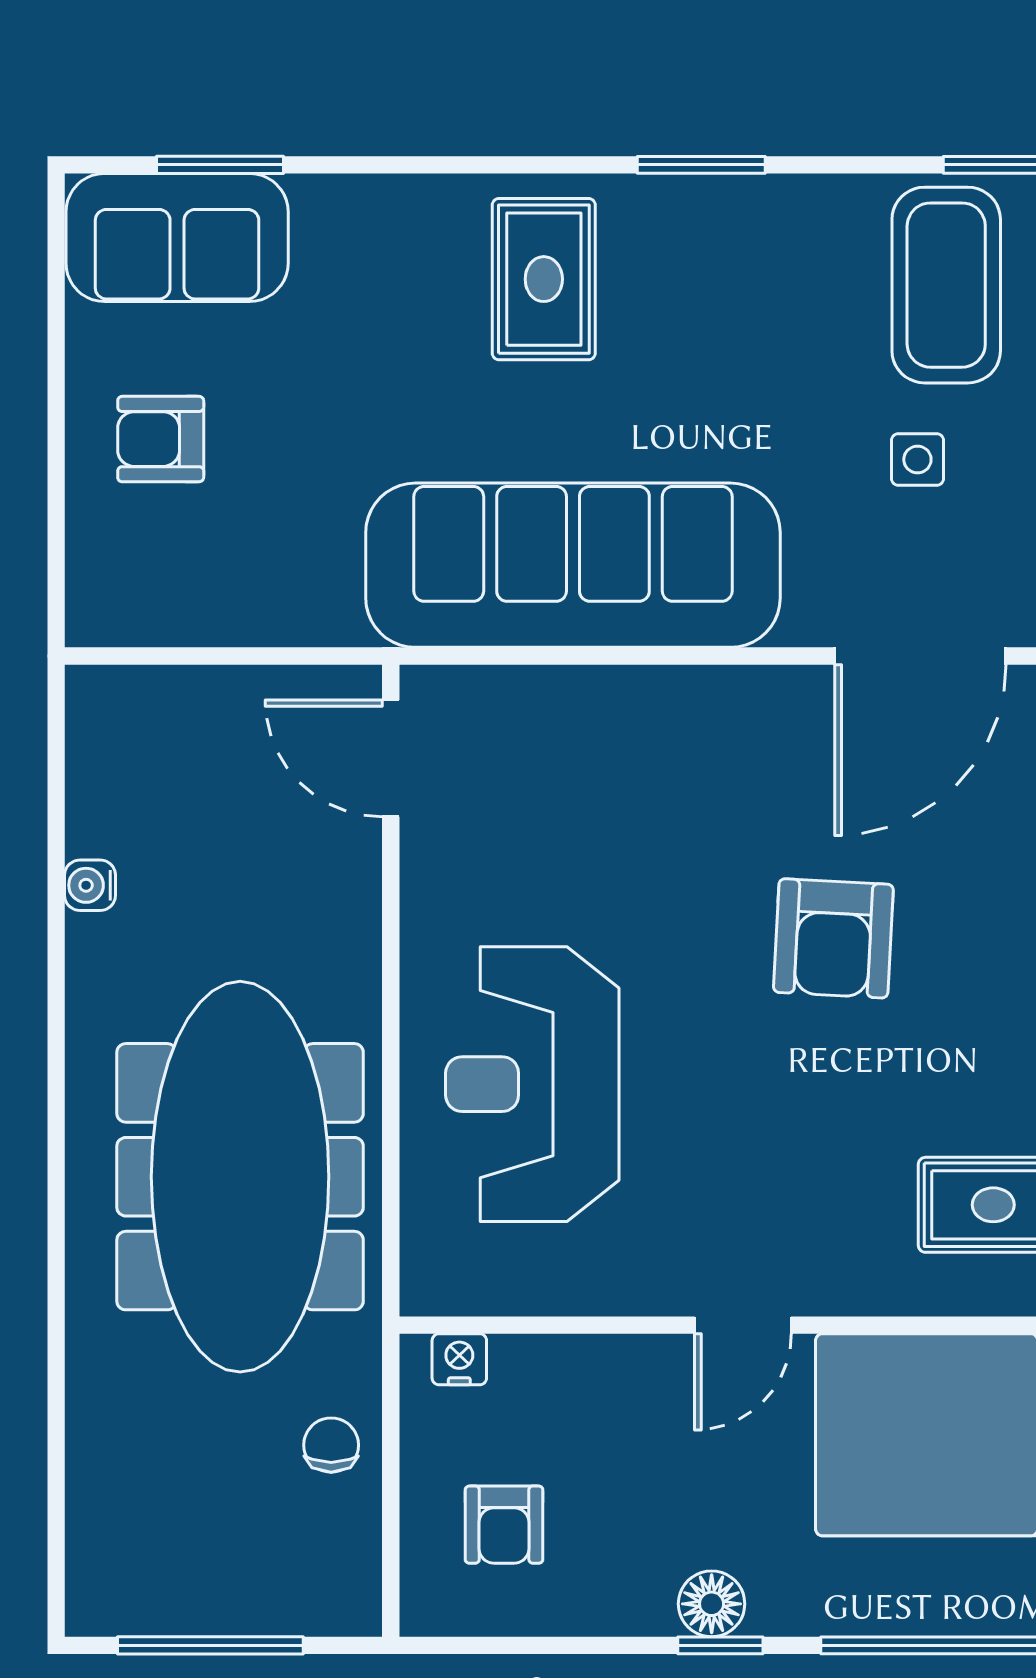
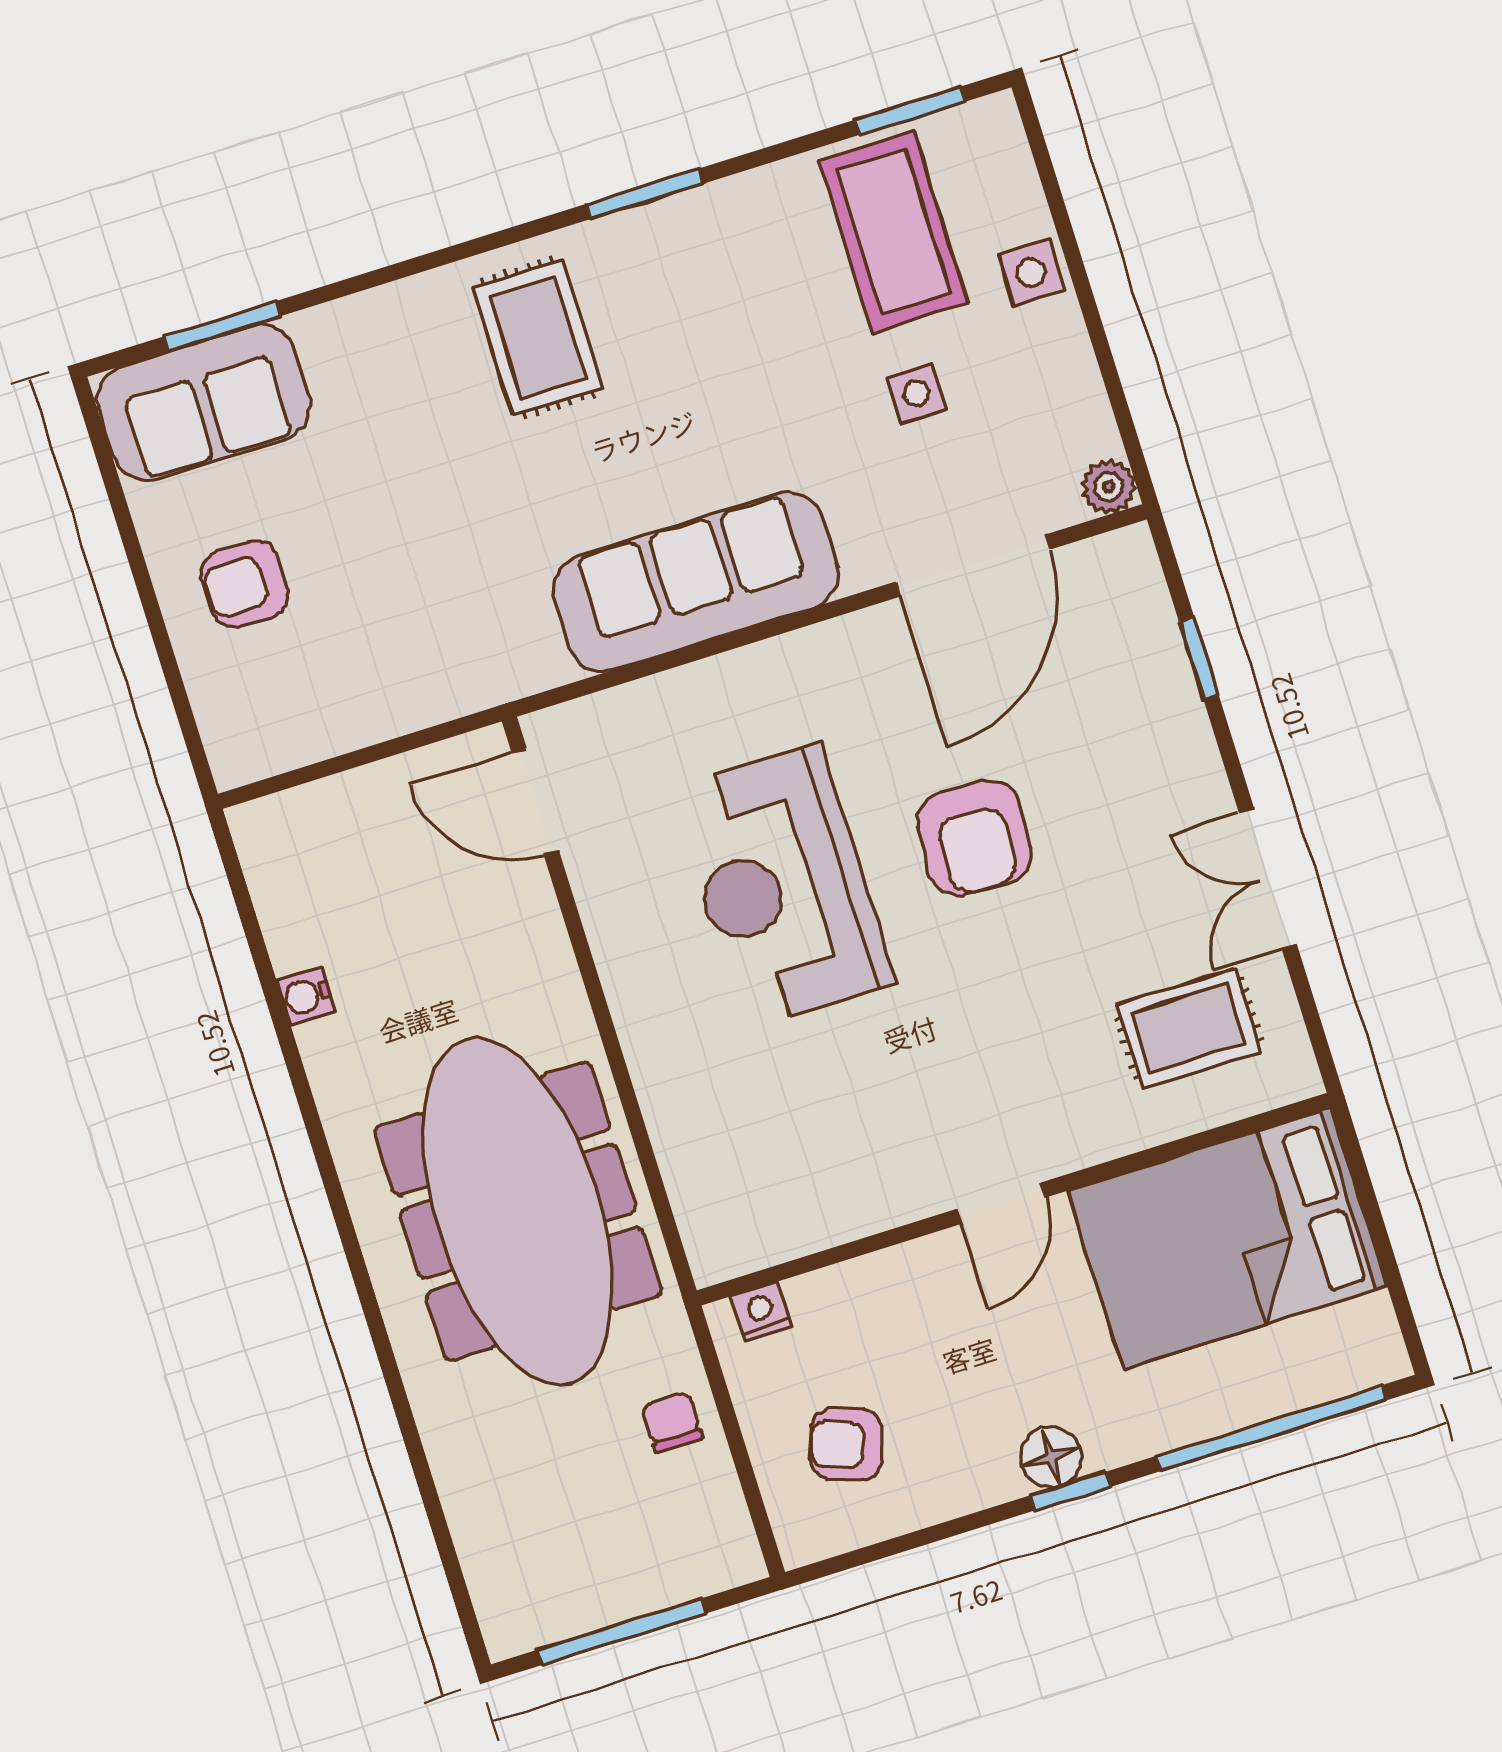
sofa: (573, 565) -> (695, 582), width x0.74, depth x0.79
reception desk: (532, 1084) -> (783, 886), moved
armchair: (504, 1525) -> (846, 1445), turned 109

